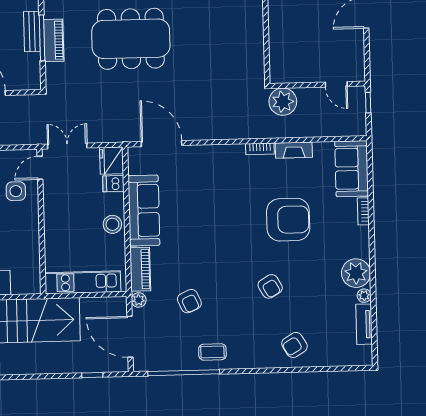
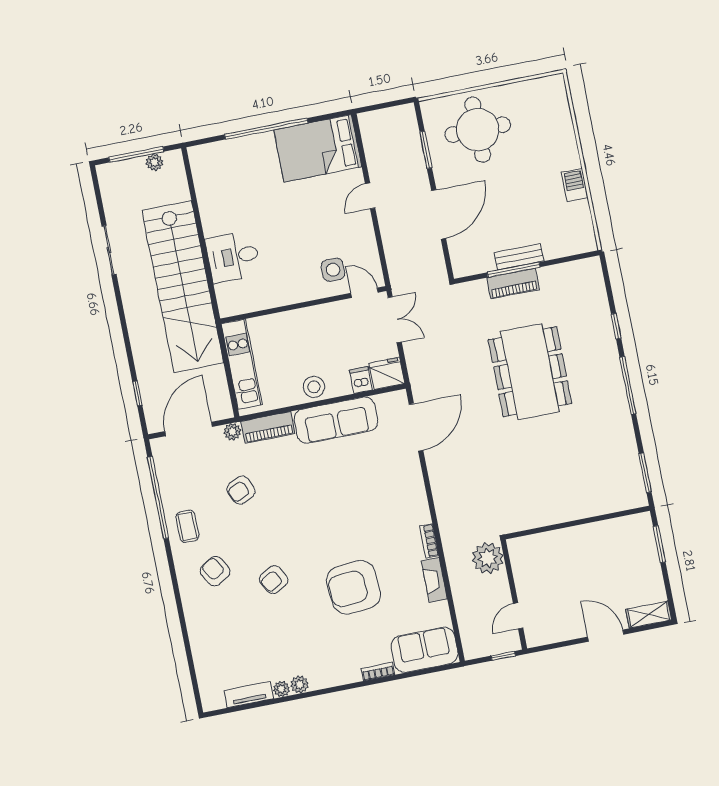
armchair: (288, 220) -> (354, 587), turned 85
plant: (356, 273) -> (300, 685), width x0.53, depth x0.53
armchair: (294, 345) -> (215, 571), moved

